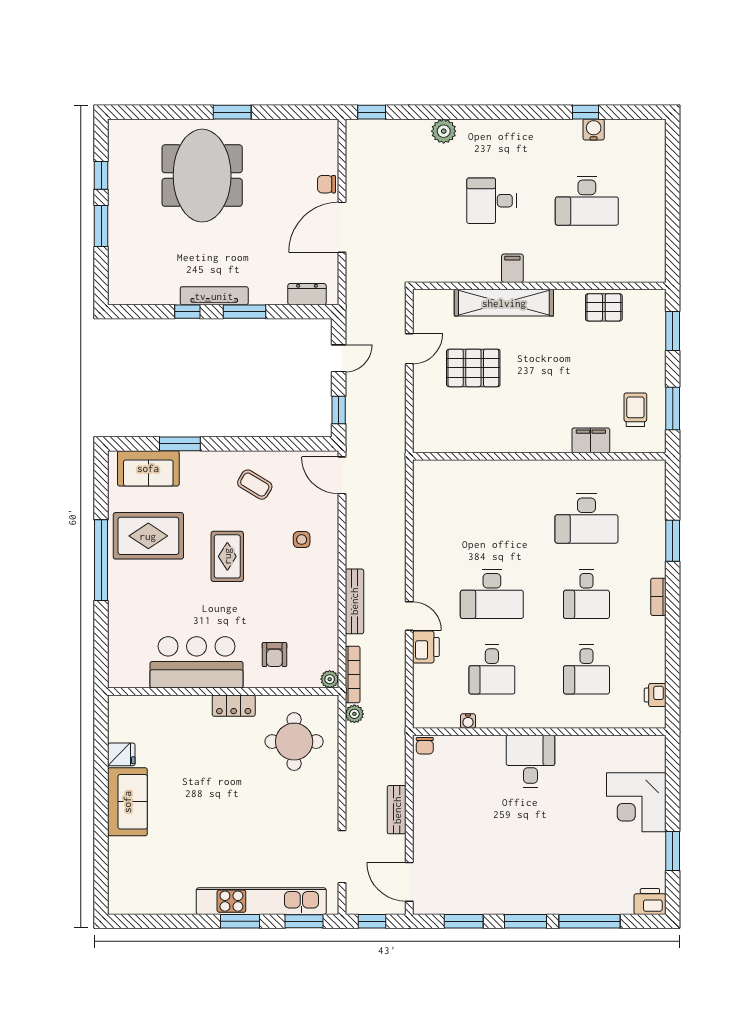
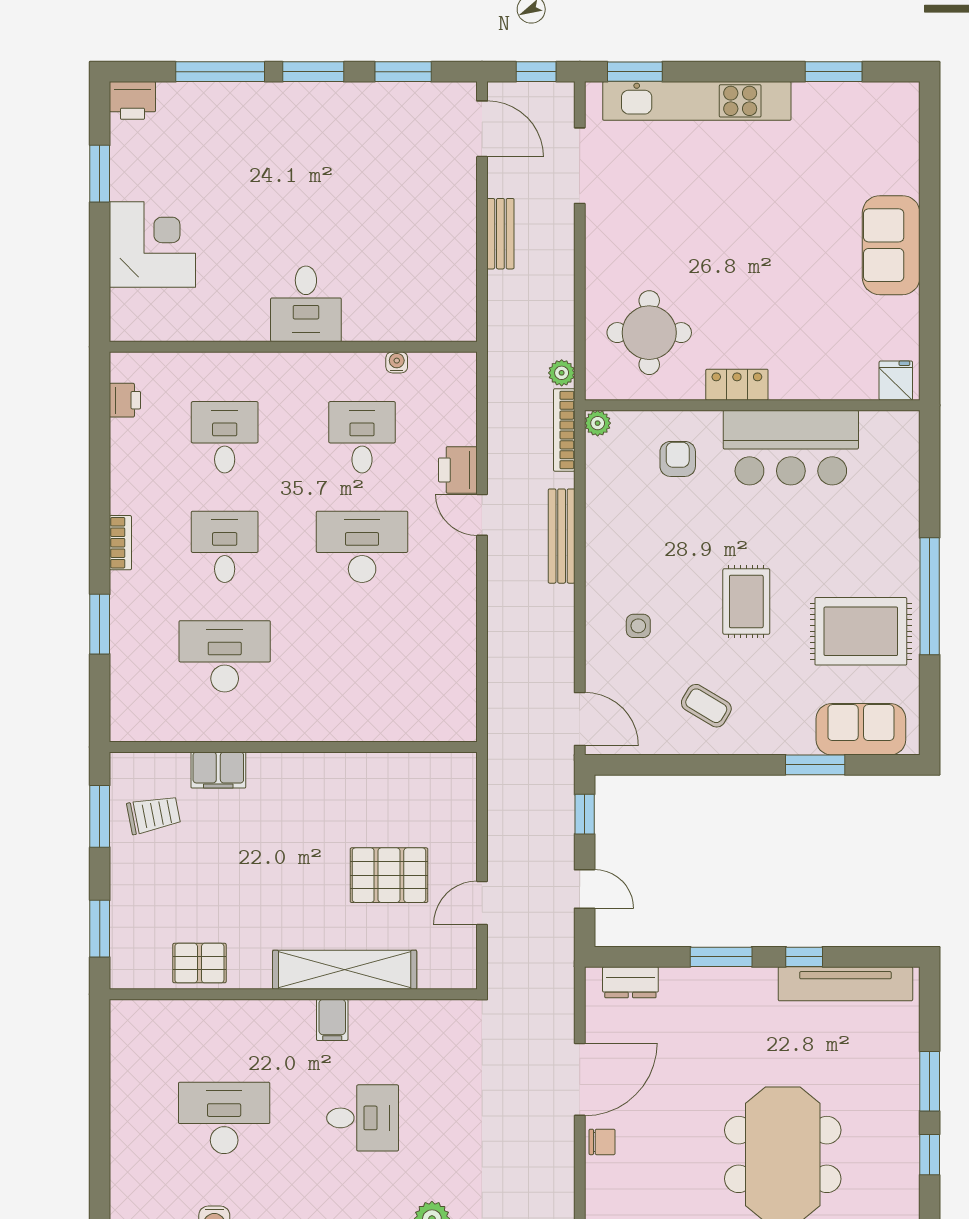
tv unit: (214, 296) -> (845, 984), moved, width x1.36, depth x1.29
door: (339, 358) -> (585, 889), swing flipped
trolley: (635, 410) -> (154, 815), turned -101
chair: (425, 746) -> (459, 326), removed
fridge: (121, 754) -> (896, 381), moved, turned 90
window: (240, 921) -> (834, 72), moved

